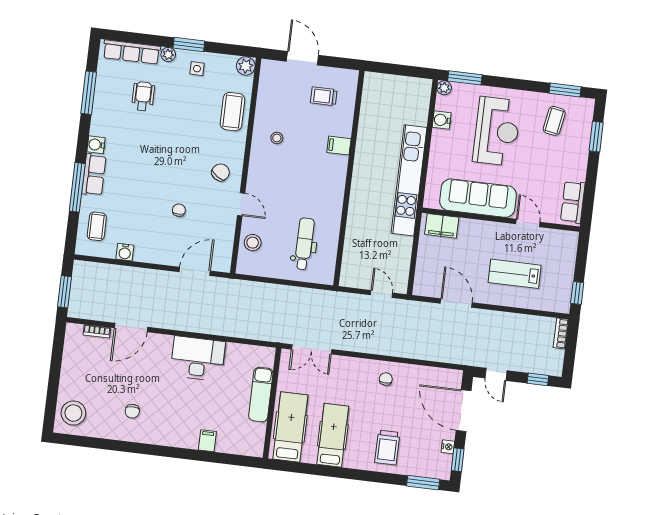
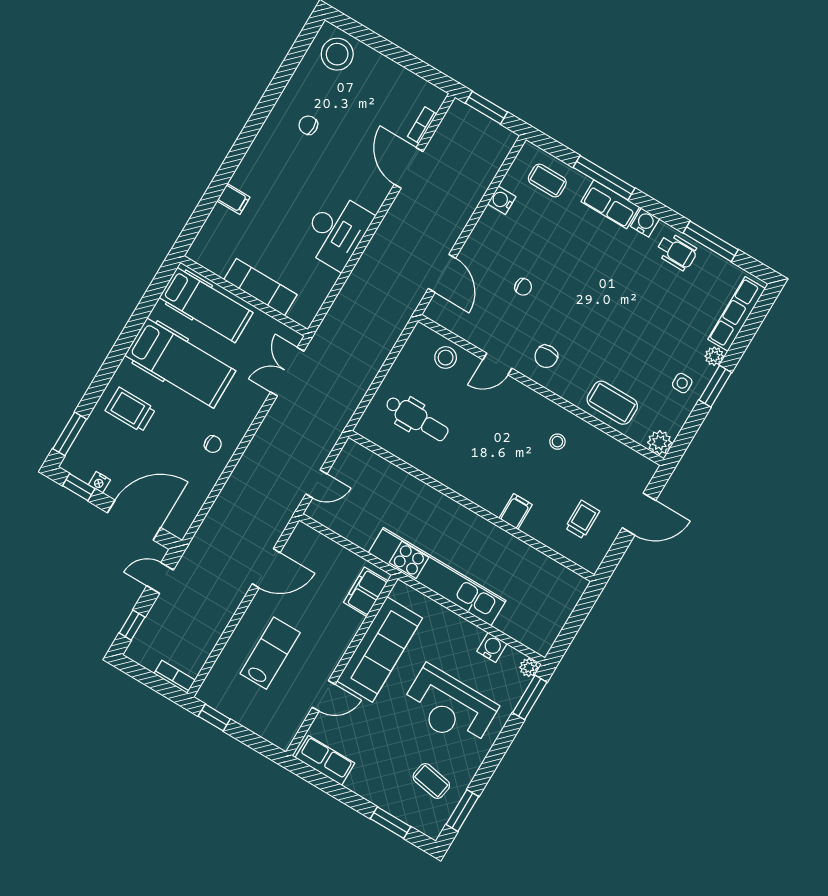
wheelchair: (143, 96) -> (677, 252), moved
chair: (221, 172) -> (546, 356), turned 56
hospital bed: (333, 435) -> (180, 363), width x1.37, depth x1.29

